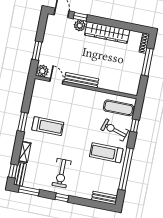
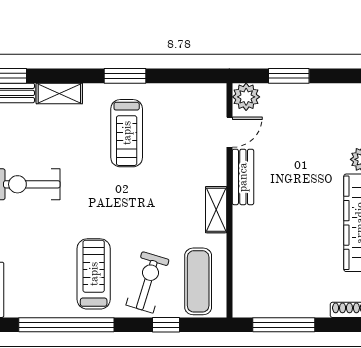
window: (147, 62) -> (284, 325), moved
bench: (81, 80) -> (243, 177), width x0.73
shelving: (89, 94) -> (216, 210), added

